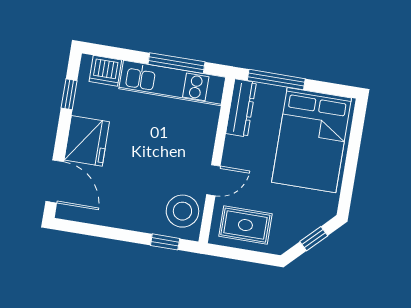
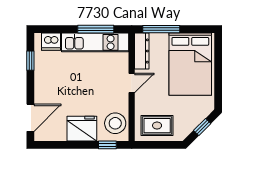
fridge: (87, 141) -> (82, 129), moved, turned -90
door: (213, 180) -> (132, 83), moved
door: (55, 181) -> (30, 118), hinge flipped

